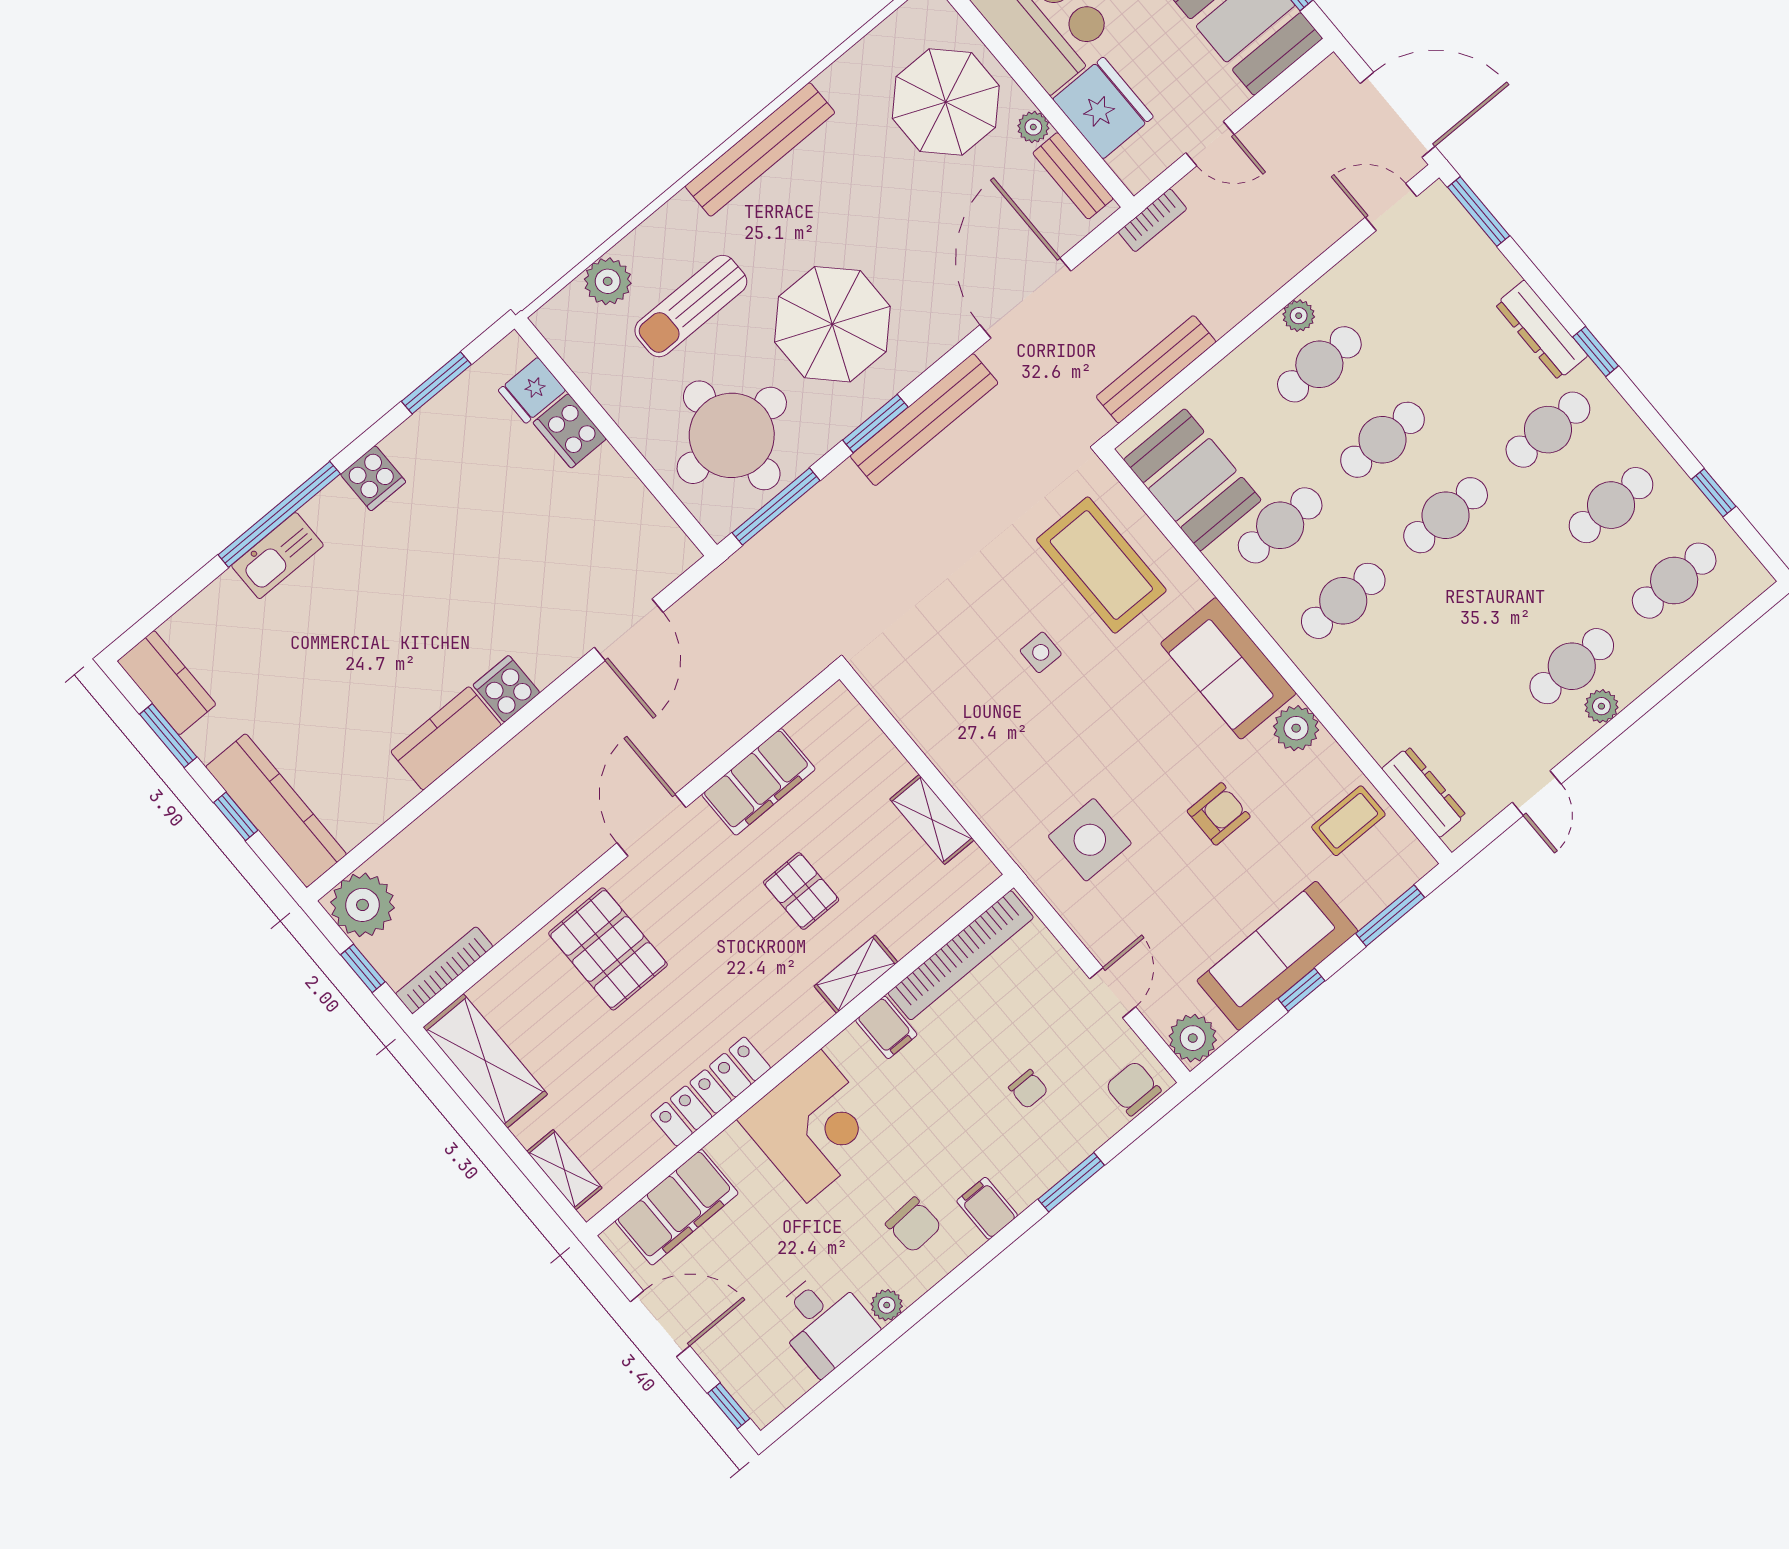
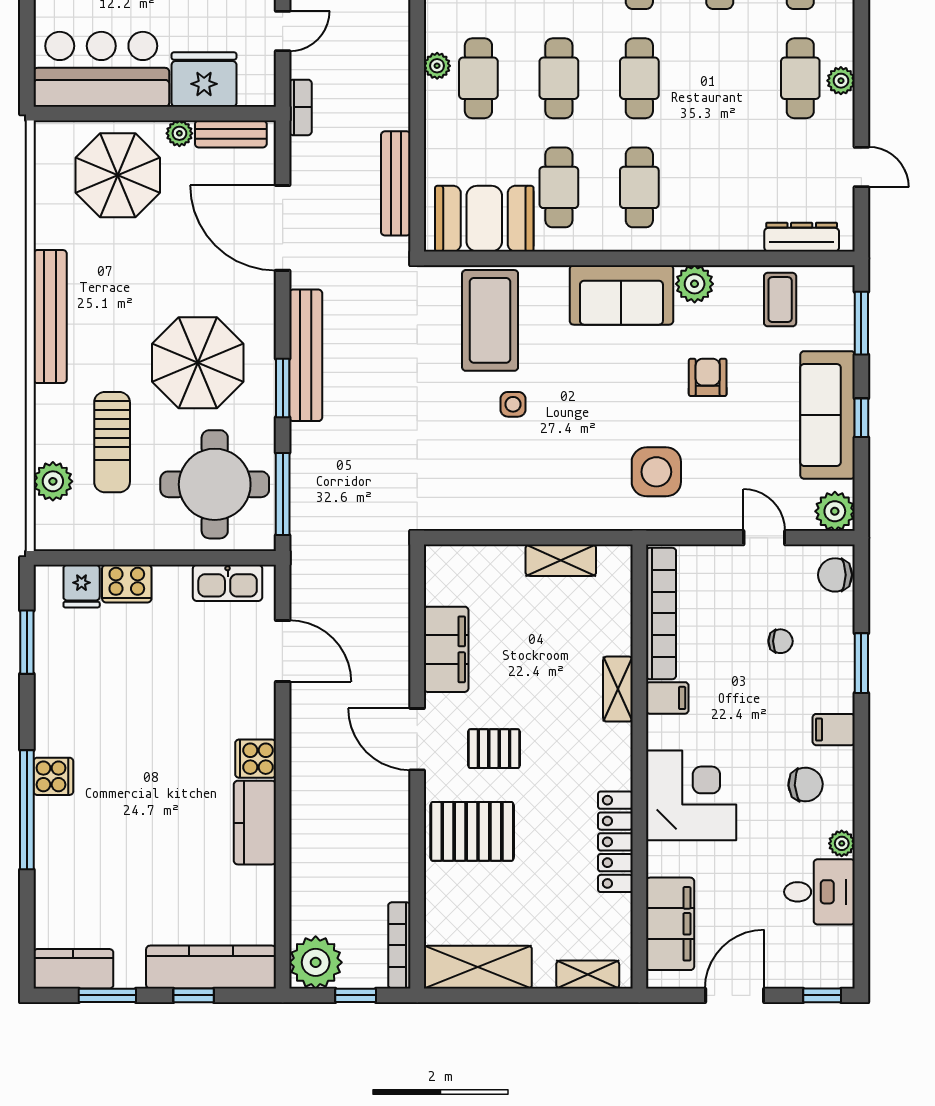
cooker: (373, 478) -> (53, 776), moved
kitchen sink: (277, 556) -> (228, 583), moved, turned 90
coffee table: (1101, 565) -> (490, 320), turned 90
pallet: (801, 891) -> (494, 749), moved

